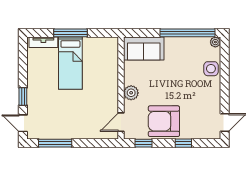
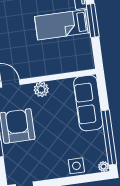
sofa: (144, 48) -> (88, 103), width x1.36

